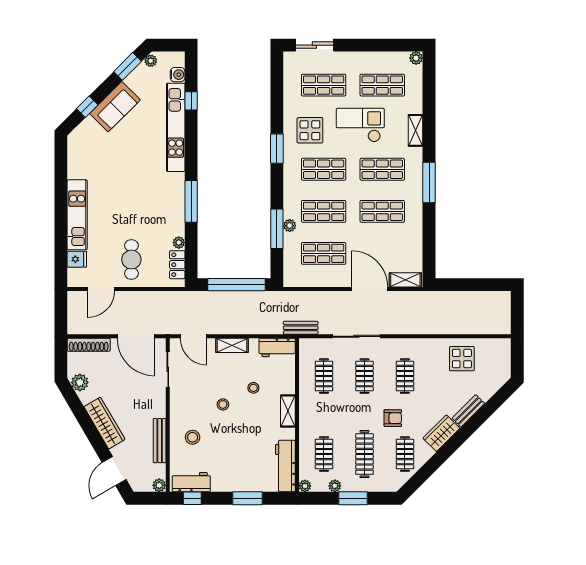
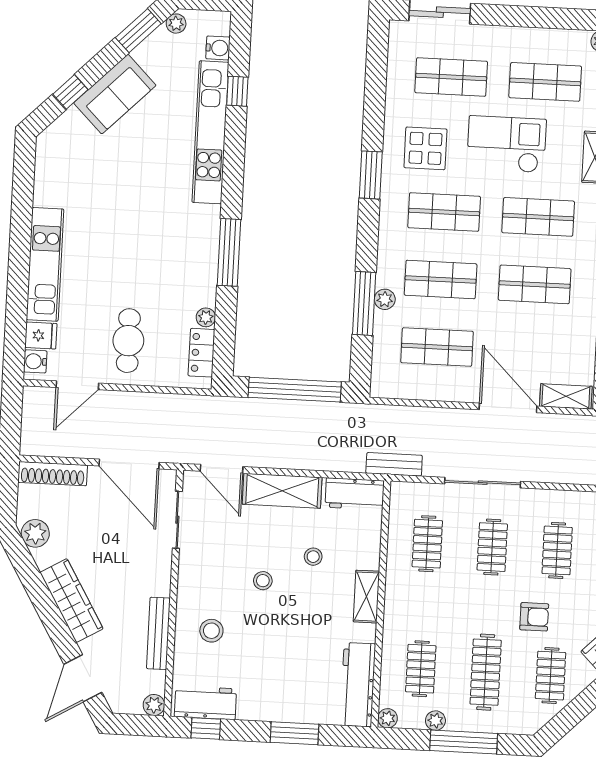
water cooler: (74, 275) -> (35, 361), added
shelving: (232, 345) -> (282, 491), width x1.50, depth x1.33
window: (353, 498) -> (464, 742), width x1.44

